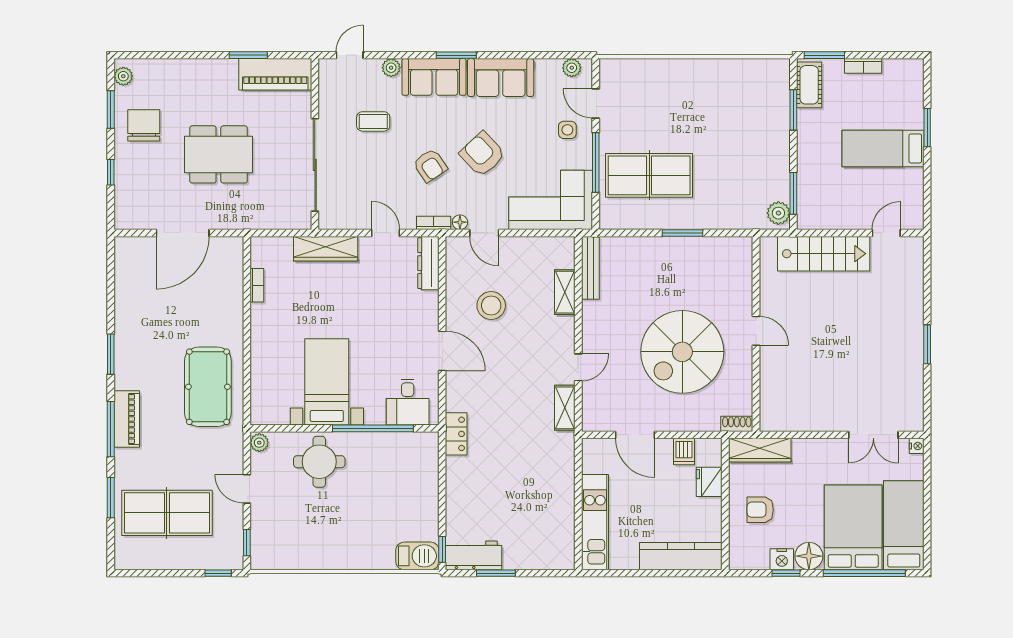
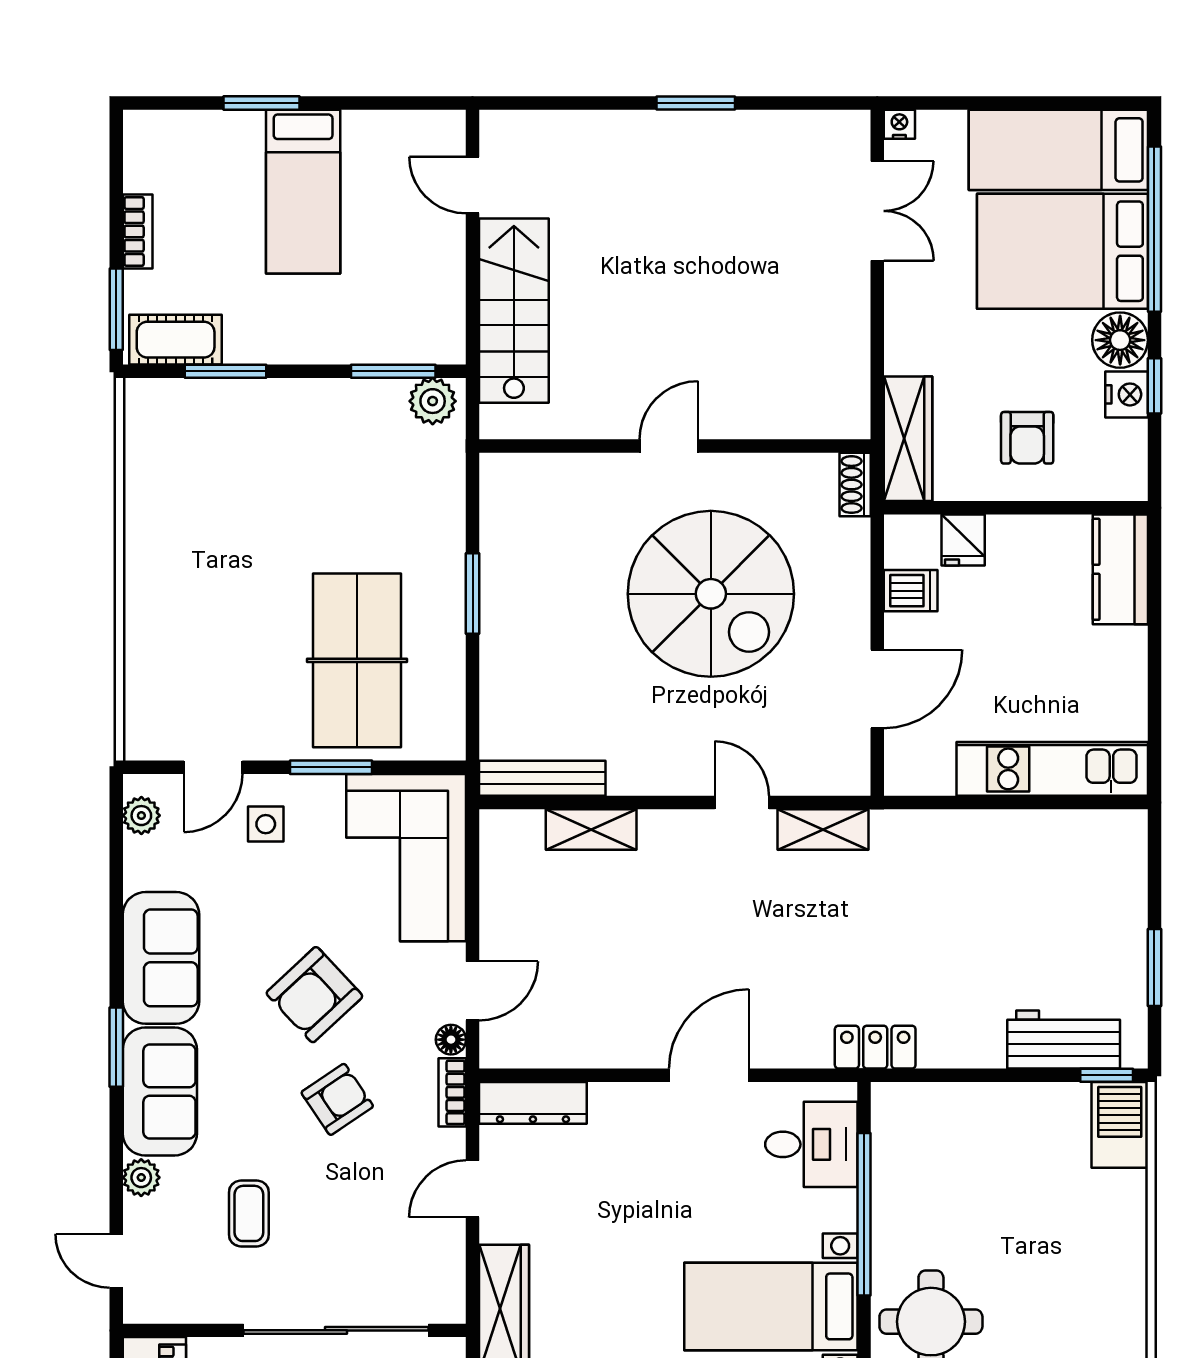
window: (596, 162) -> (331, 767), width x0.69
stool: (491, 306) -> (618, 977), removed
fridge: (709, 482) -> (963, 540), width x0.72
workbench: (474, 555) -> (1064, 1040), moved, turned 90
kitchen counter: (681, 556) -> (1120, 569), width x0.67

